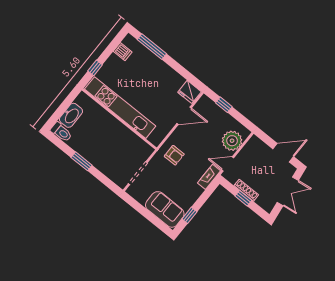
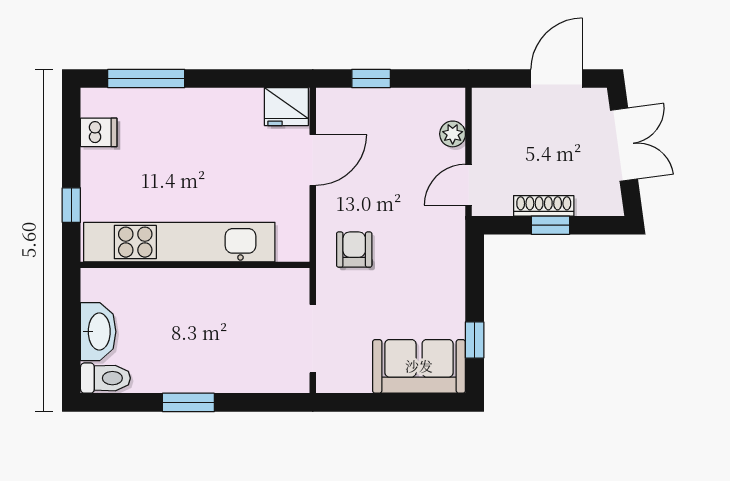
plant: (232, 141) -> (453, 134), width x0.53, depth x0.53
armchair: (174, 155) -> (354, 250), turned -90
fireplace: (209, 177) -> (453, 237), removed

